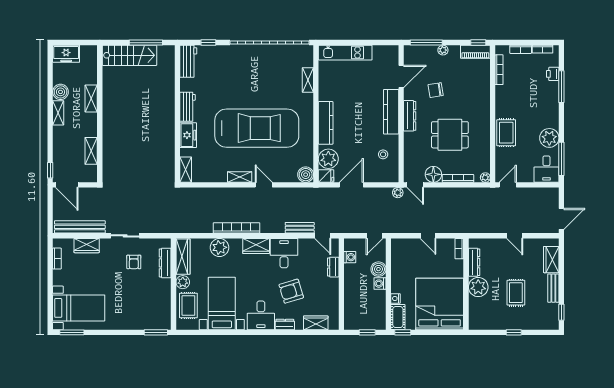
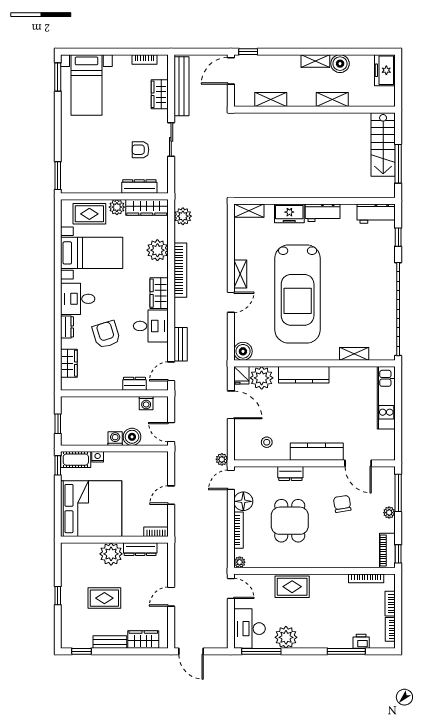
dresser: (410, 116) -> (290, 473), moved, width x0.70
desk: (546, 169) -> (249, 629), width x1.37
plant: (191, 226) -> (183, 216), added

